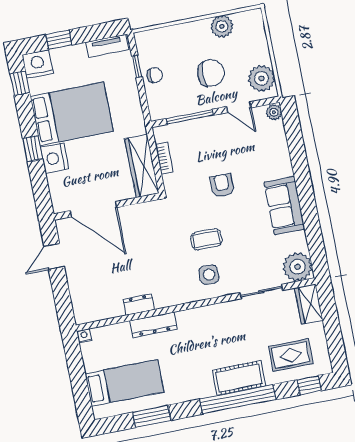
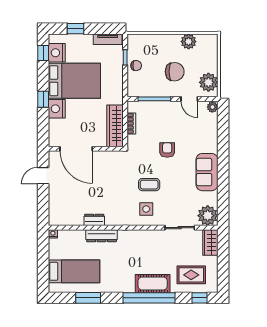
nightstand: (38, 64) -> (57, 53), moved, turned -90

